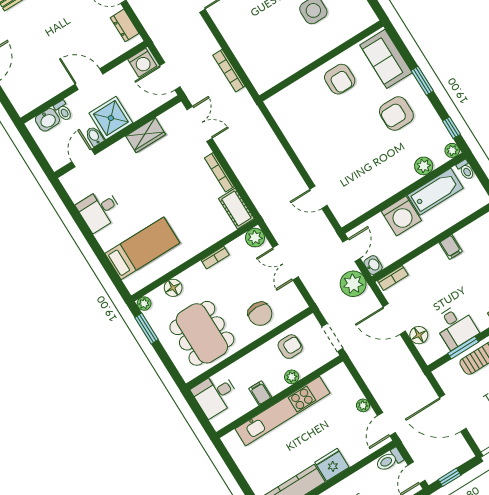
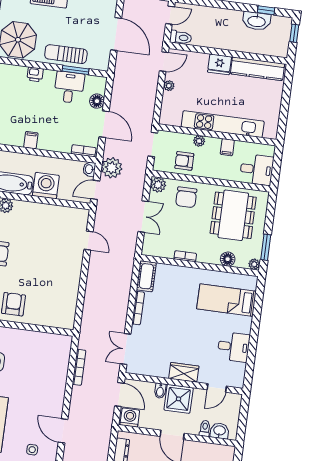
wardrobe: (146, 135) -> (184, 372), moved
bidet: (94, 136) -> (160, 391), moved
plant: (255, 238) -> (158, 185), moved
chair: (260, 314) -> (186, 197), turned 180

